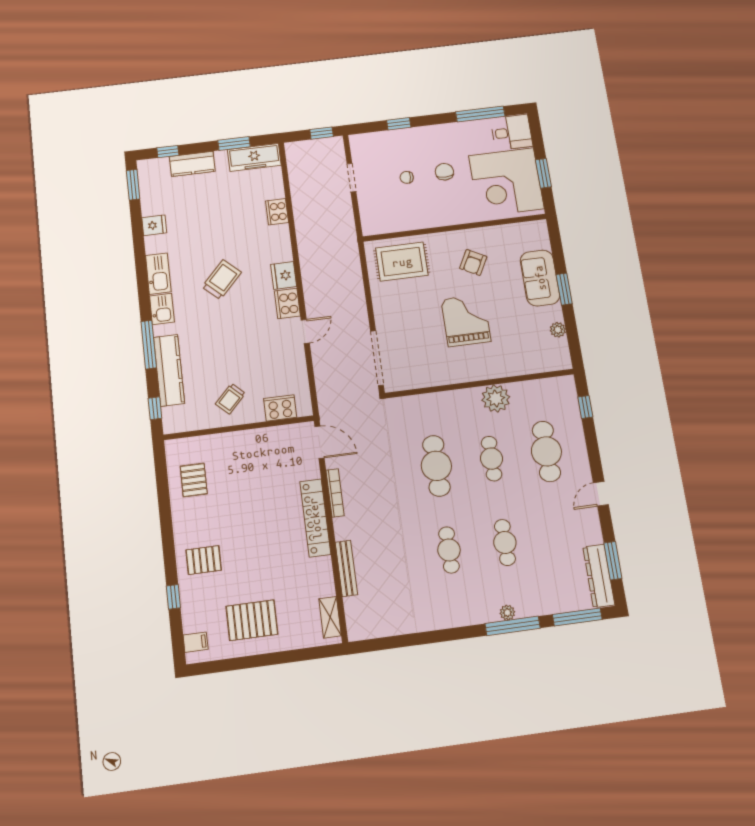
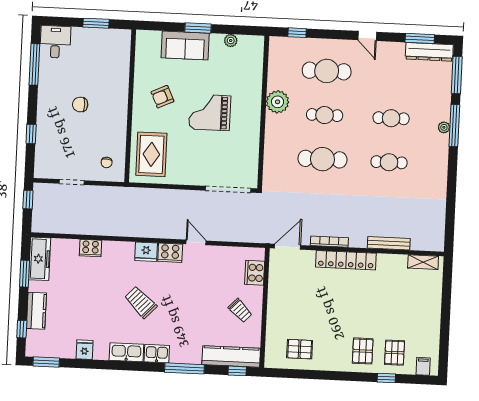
chair: (407, 177) -> (107, 162), moved
corner desk: (506, 182) -> (98, 55), removed
armchair: (473, 262) -> (162, 97), turned 127
kitchen counter: (169, 370) -> (231, 356), moved
pallet: (252, 620) -> (395, 353), moved, width x0.67, depth x0.71

